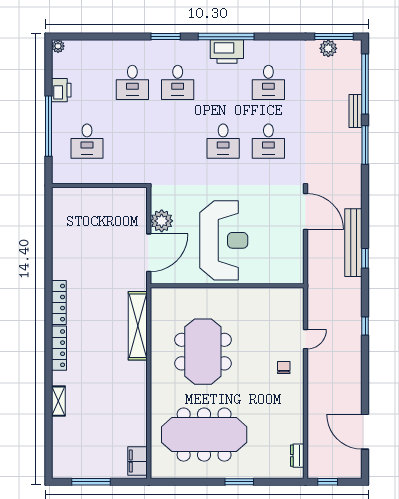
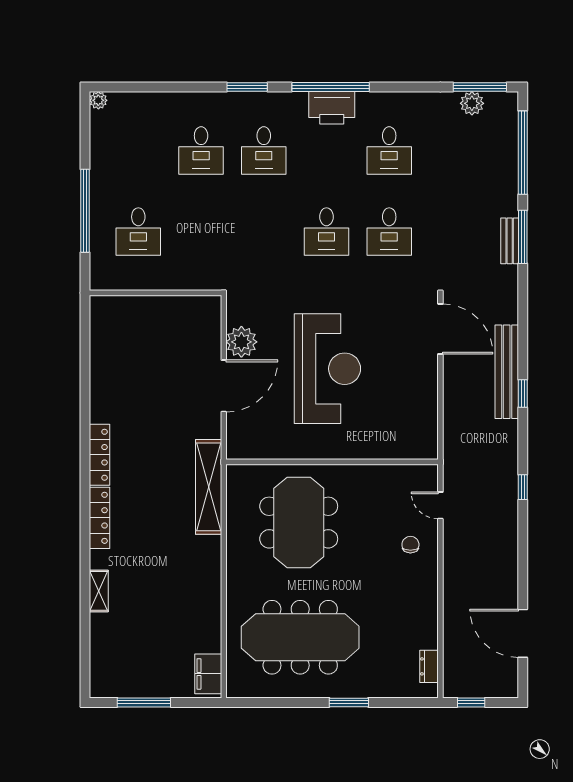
printer: (61, 90) -> (103, 161), removed
bench: (356, 111) -> (510, 241), moved
wall: (227, 286) -> (332, 462), moved
door: (305, 339) -> (440, 505), swing flipped

